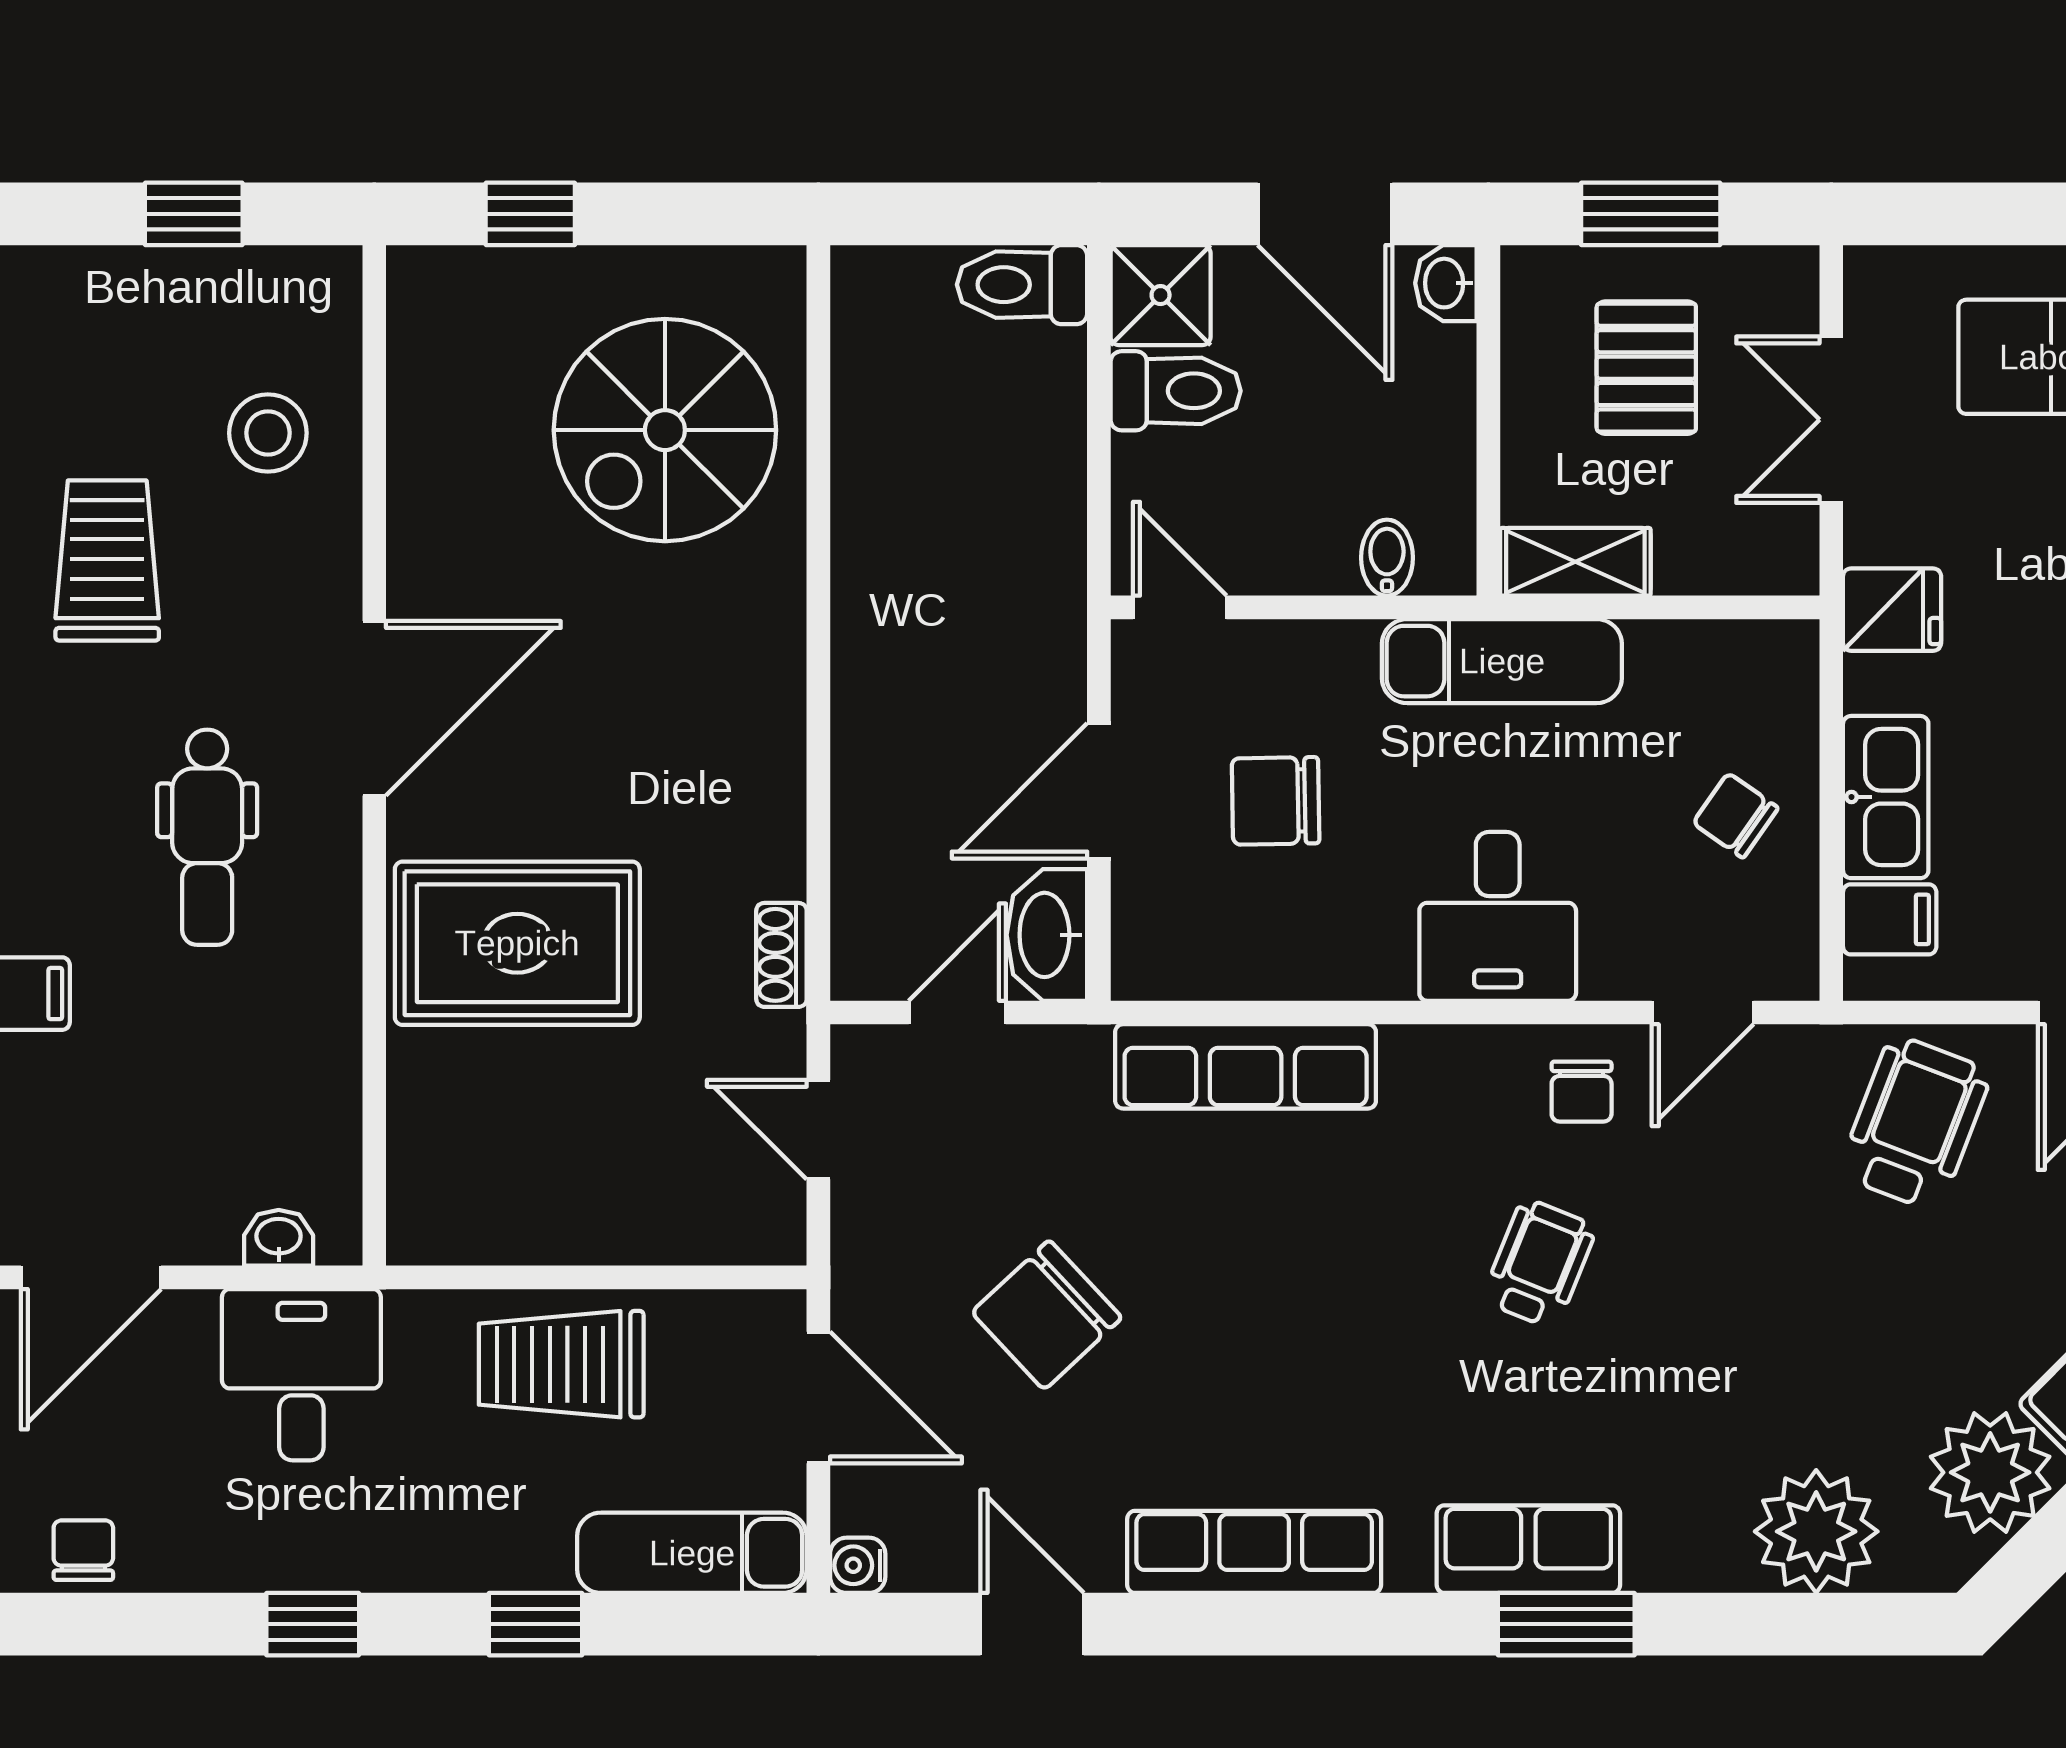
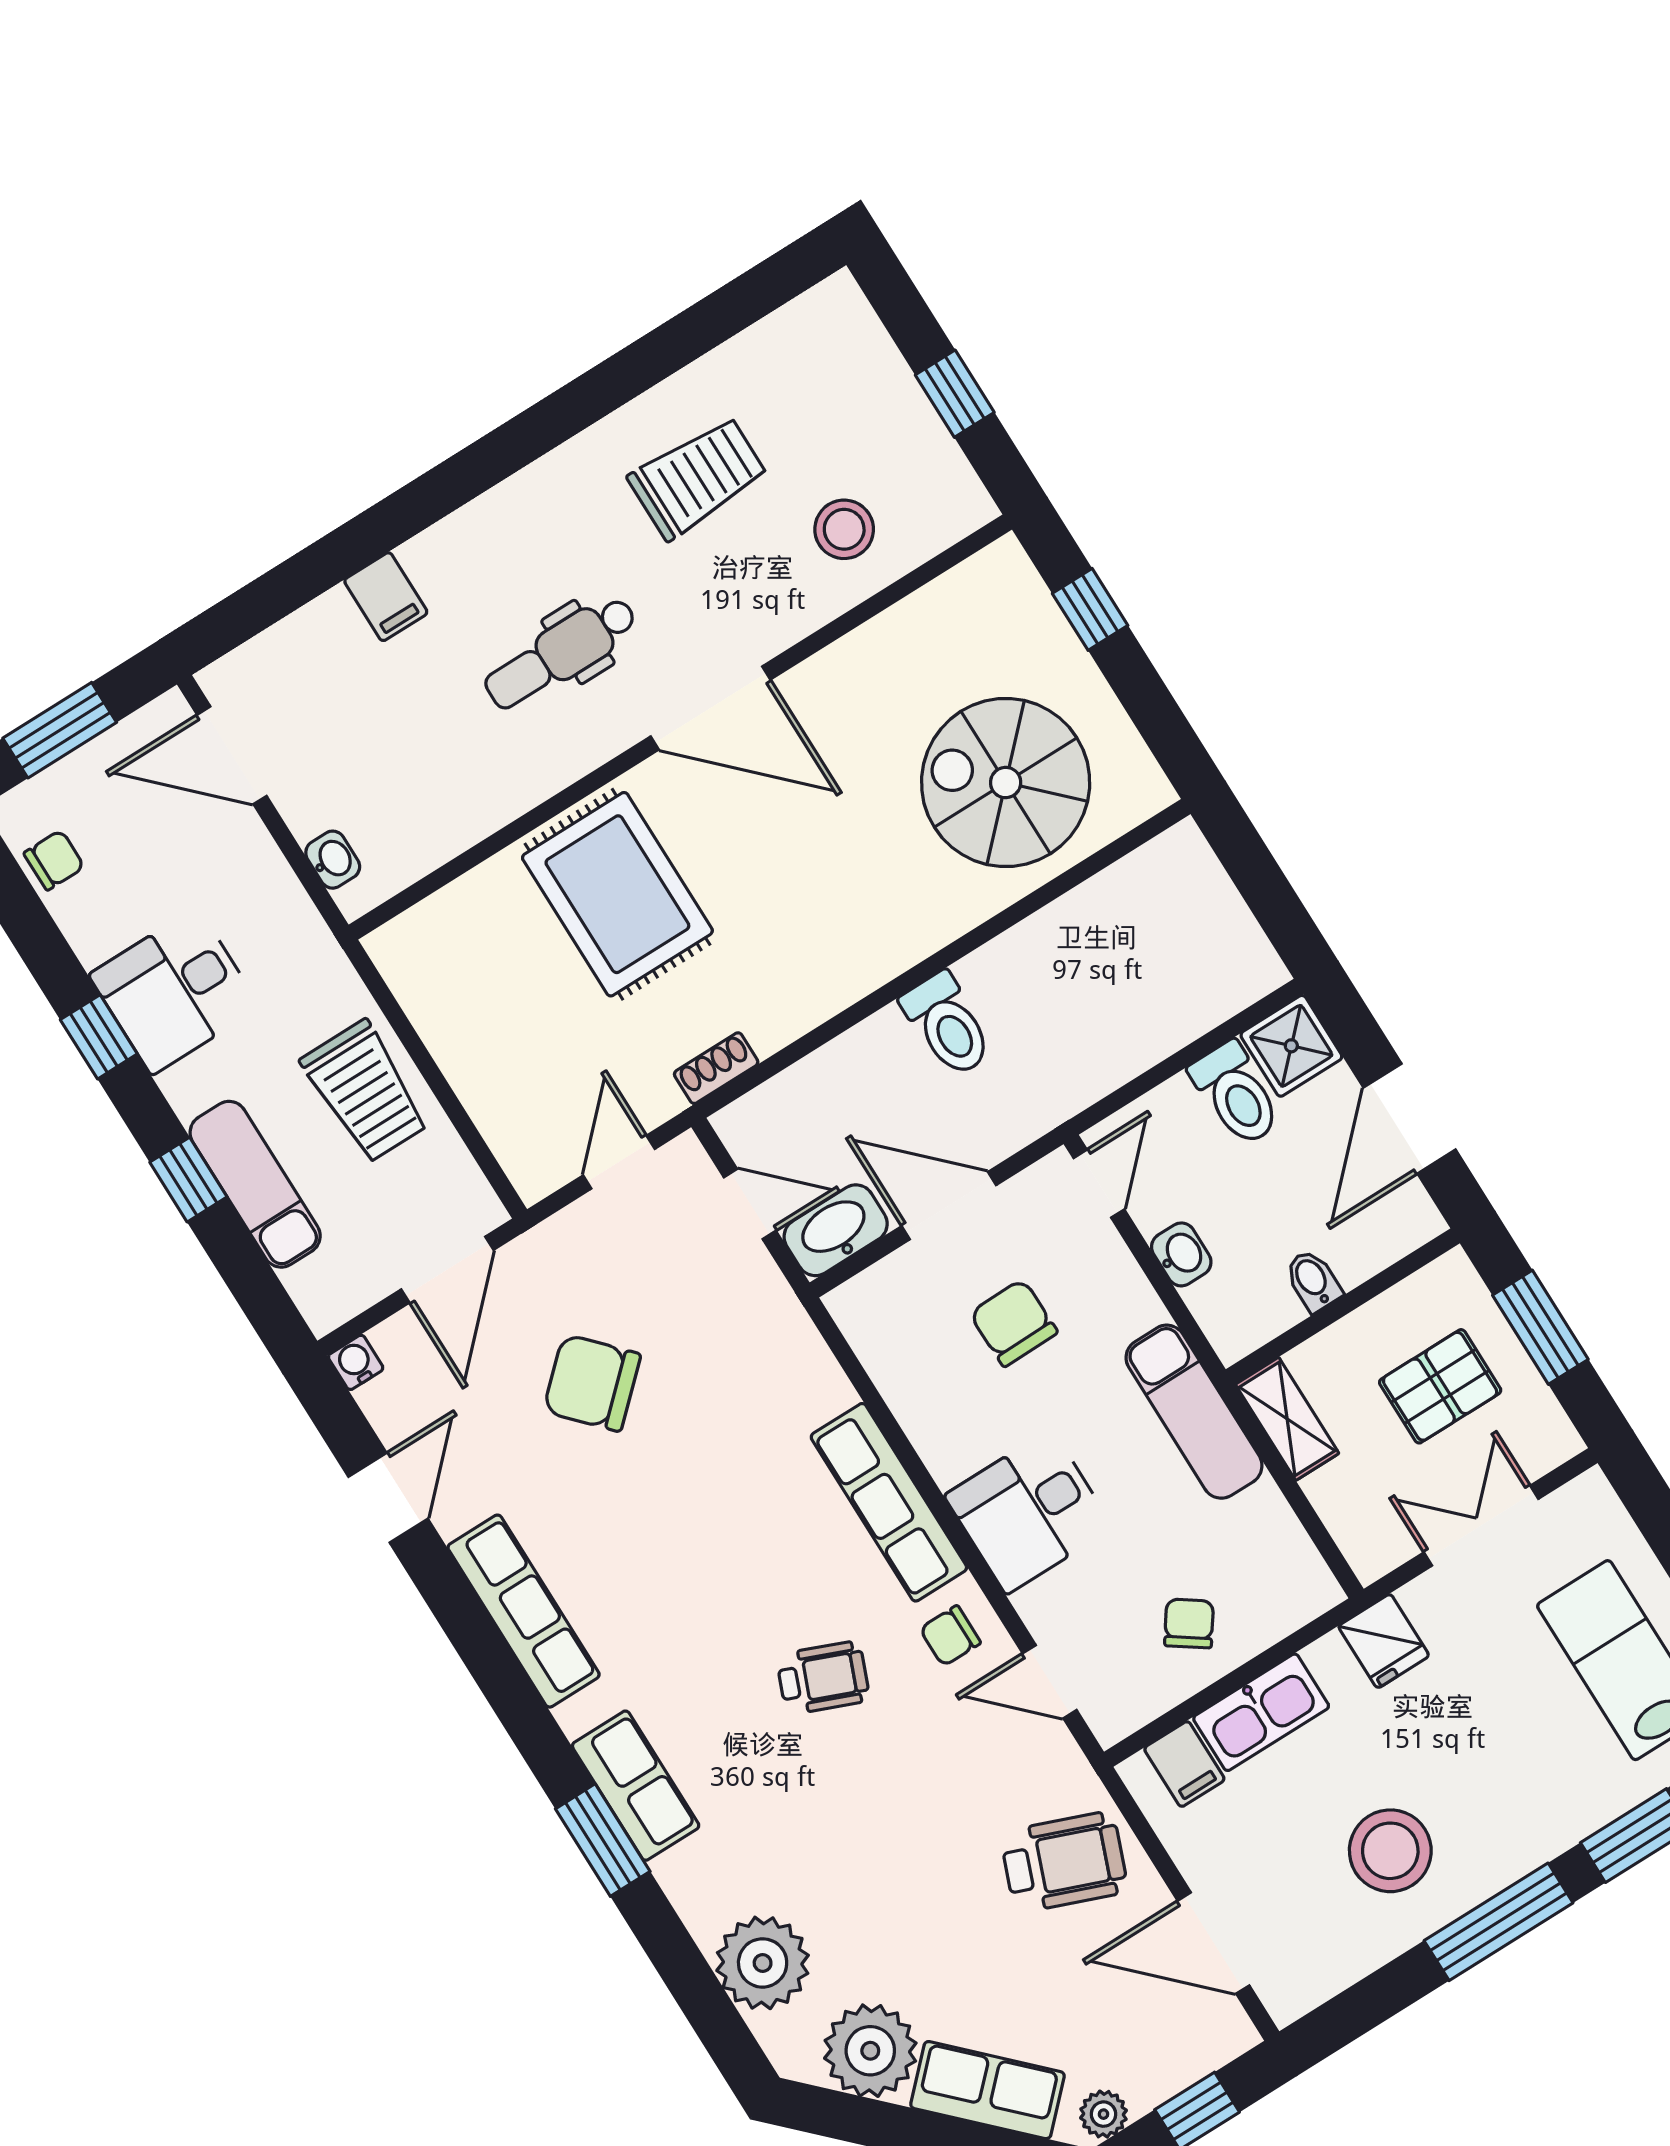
washbasin: (1446, 283) -> (1181, 1254), moved, turned 90
toilet: (1022, 285) -> (947, 1025), moved, turned 180
bidet: (1387, 558) -> (1313, 1281), moved, turned -90
row of seats: (1246, 1066) -> (889, 1502), moved
trolley: (561, 1364) -> (365, 1092), turned 180
desk: (301, 1375) -> (174, 991), moved, turned 180
exam couch: (692, 1553) -> (255, 1184), moved

